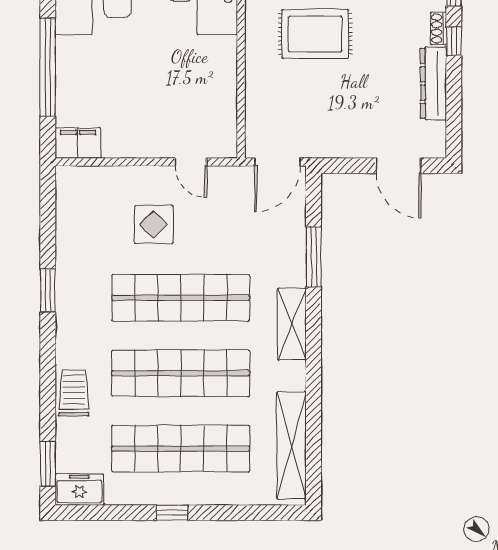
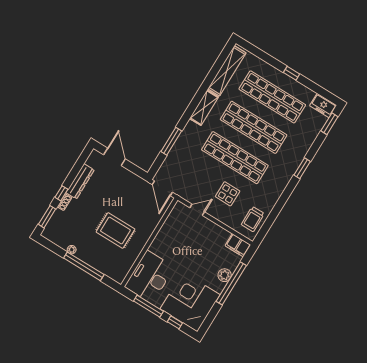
plant: (69, 74) -> (225, 275), added
door: (191, 162) -> (197, 210), hinge flipped
door: (277, 162) -> (162, 188), swing flipped
window: (48, 290) -> (302, 168), moved
shelving: (292, 324) -> (204, 108), moved
trolley: (74, 393) -> (253, 219), moved

